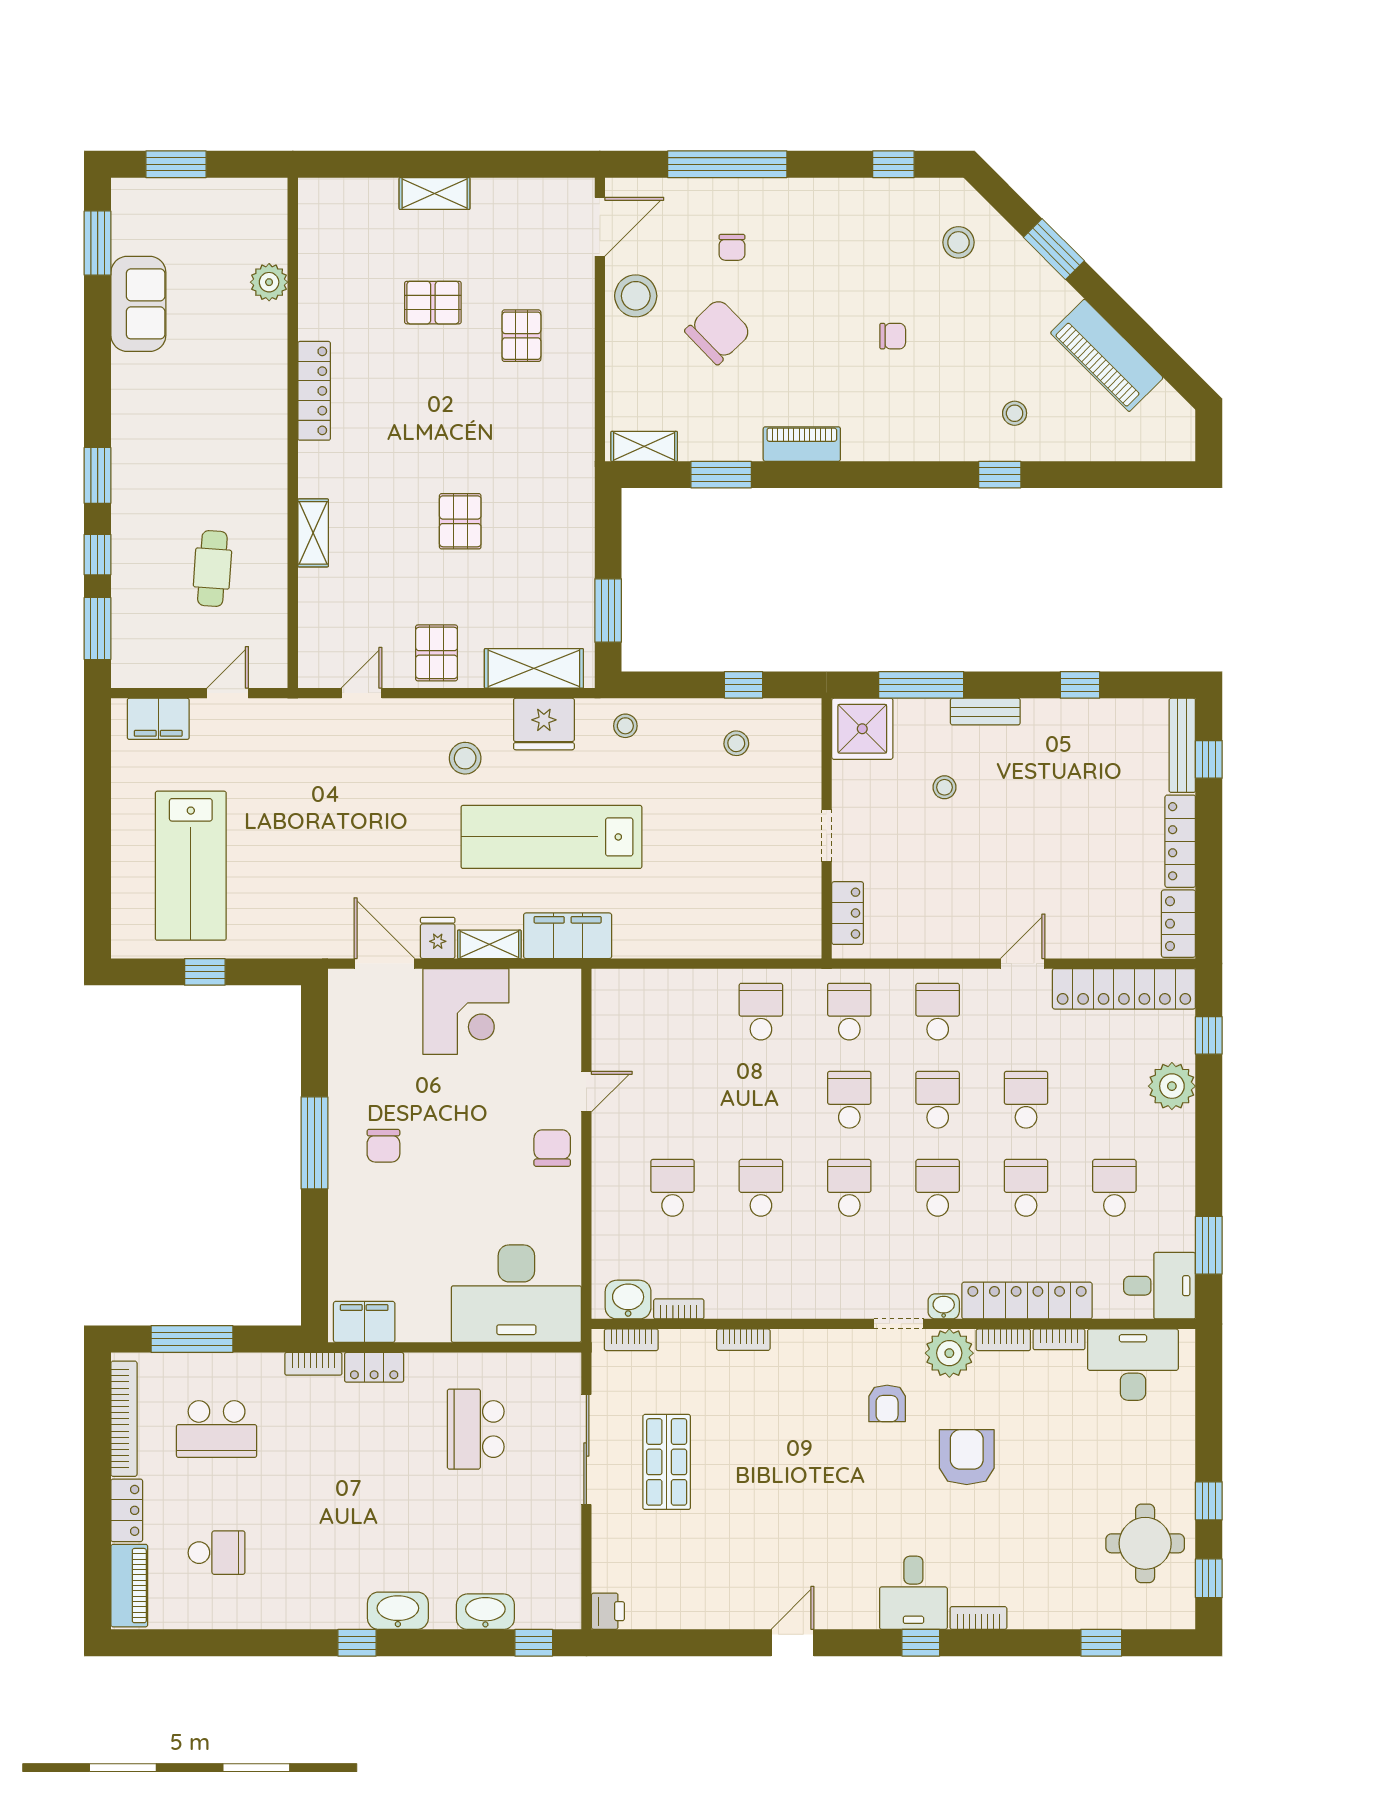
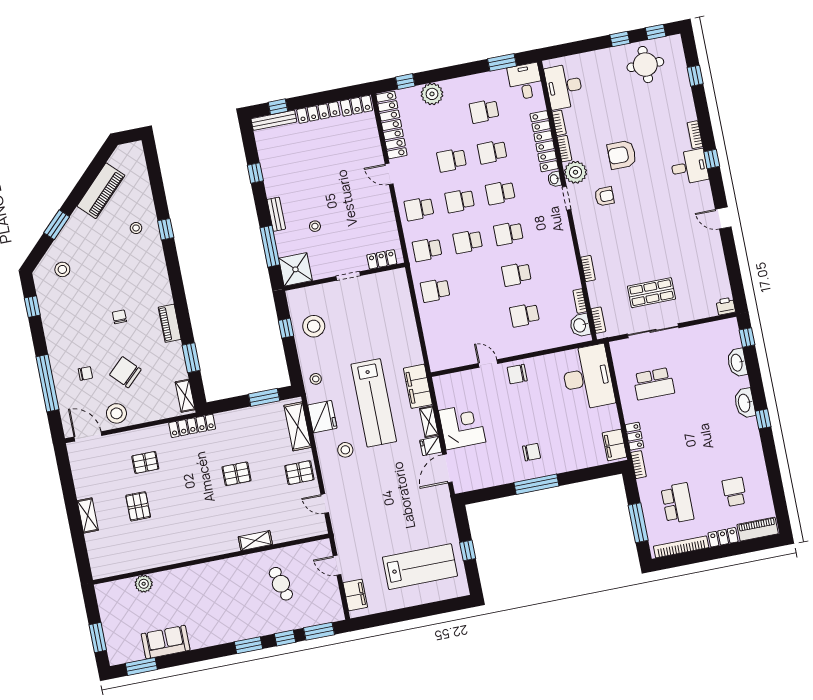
chair: (893, 336) -> (119, 317), moved
locker: (314, 391) -> (192, 426), moved, turned 180
cafe table: (212, 569) -> (281, 584), turned 70
stool: (736, 743) -> (314, 326), width x1.89, depth x1.89

